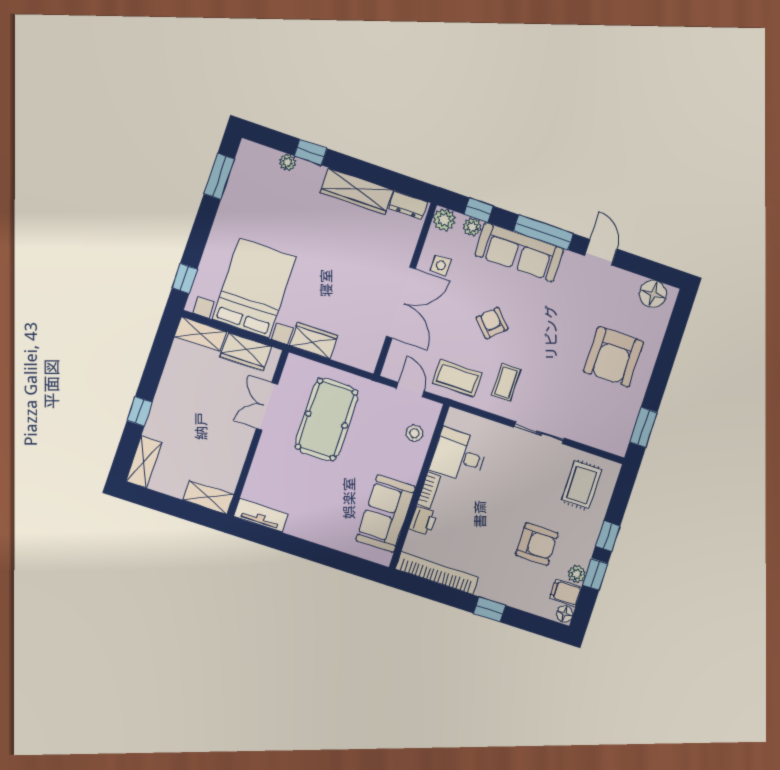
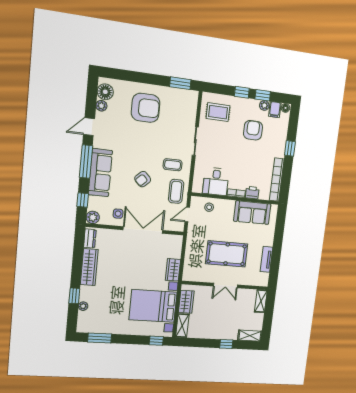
plant: (472, 227) -> (101, 106), moved
double door: (267, 406) -> (226, 285), moved
pool table: (326, 419) -> (227, 254), moved
tv unit: (261, 515) -> (266, 259), moved

